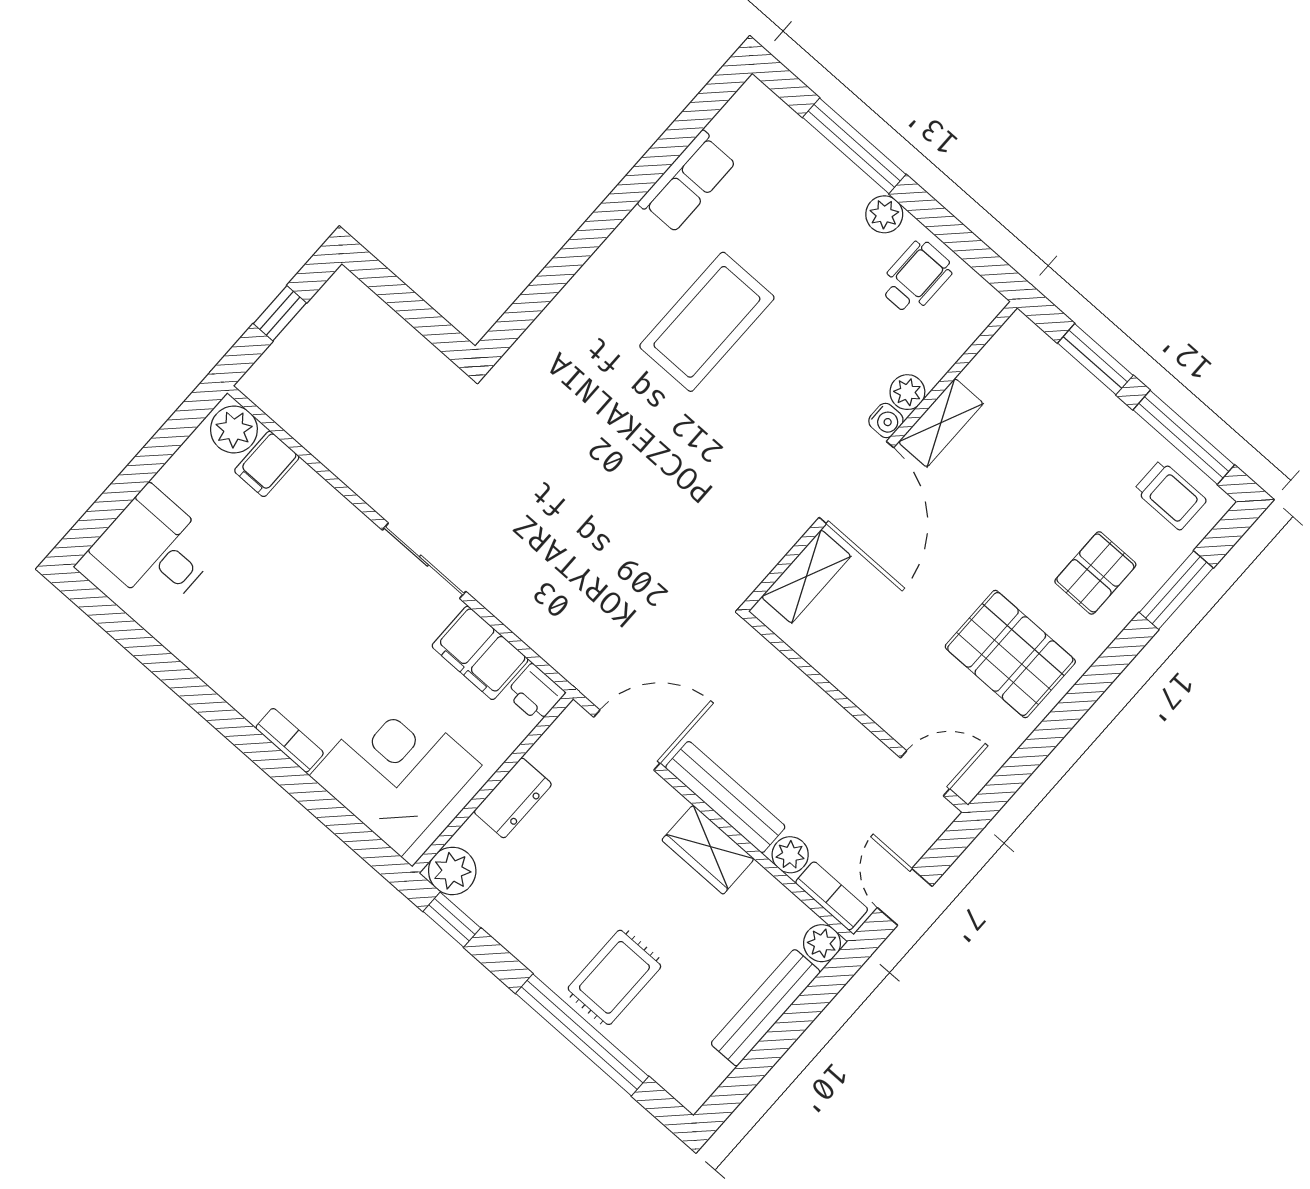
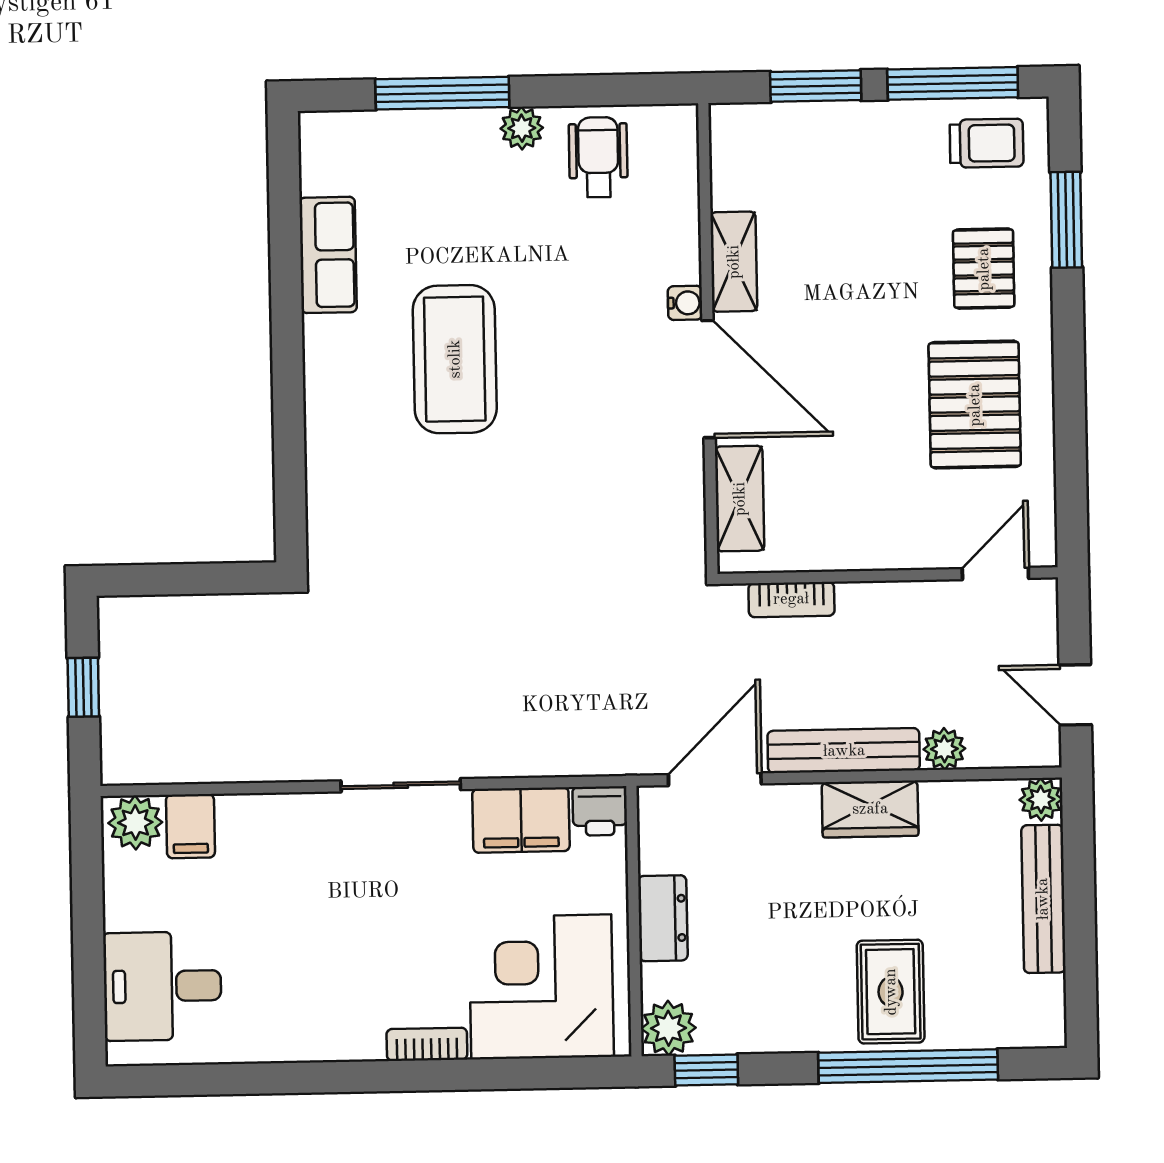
plant: (907, 392) -> (681, 262), removed
pallet: (1010, 654) -> (975, 405), turned 90
bookcase: (832, 896) -> (791, 599), moved, turned 180

